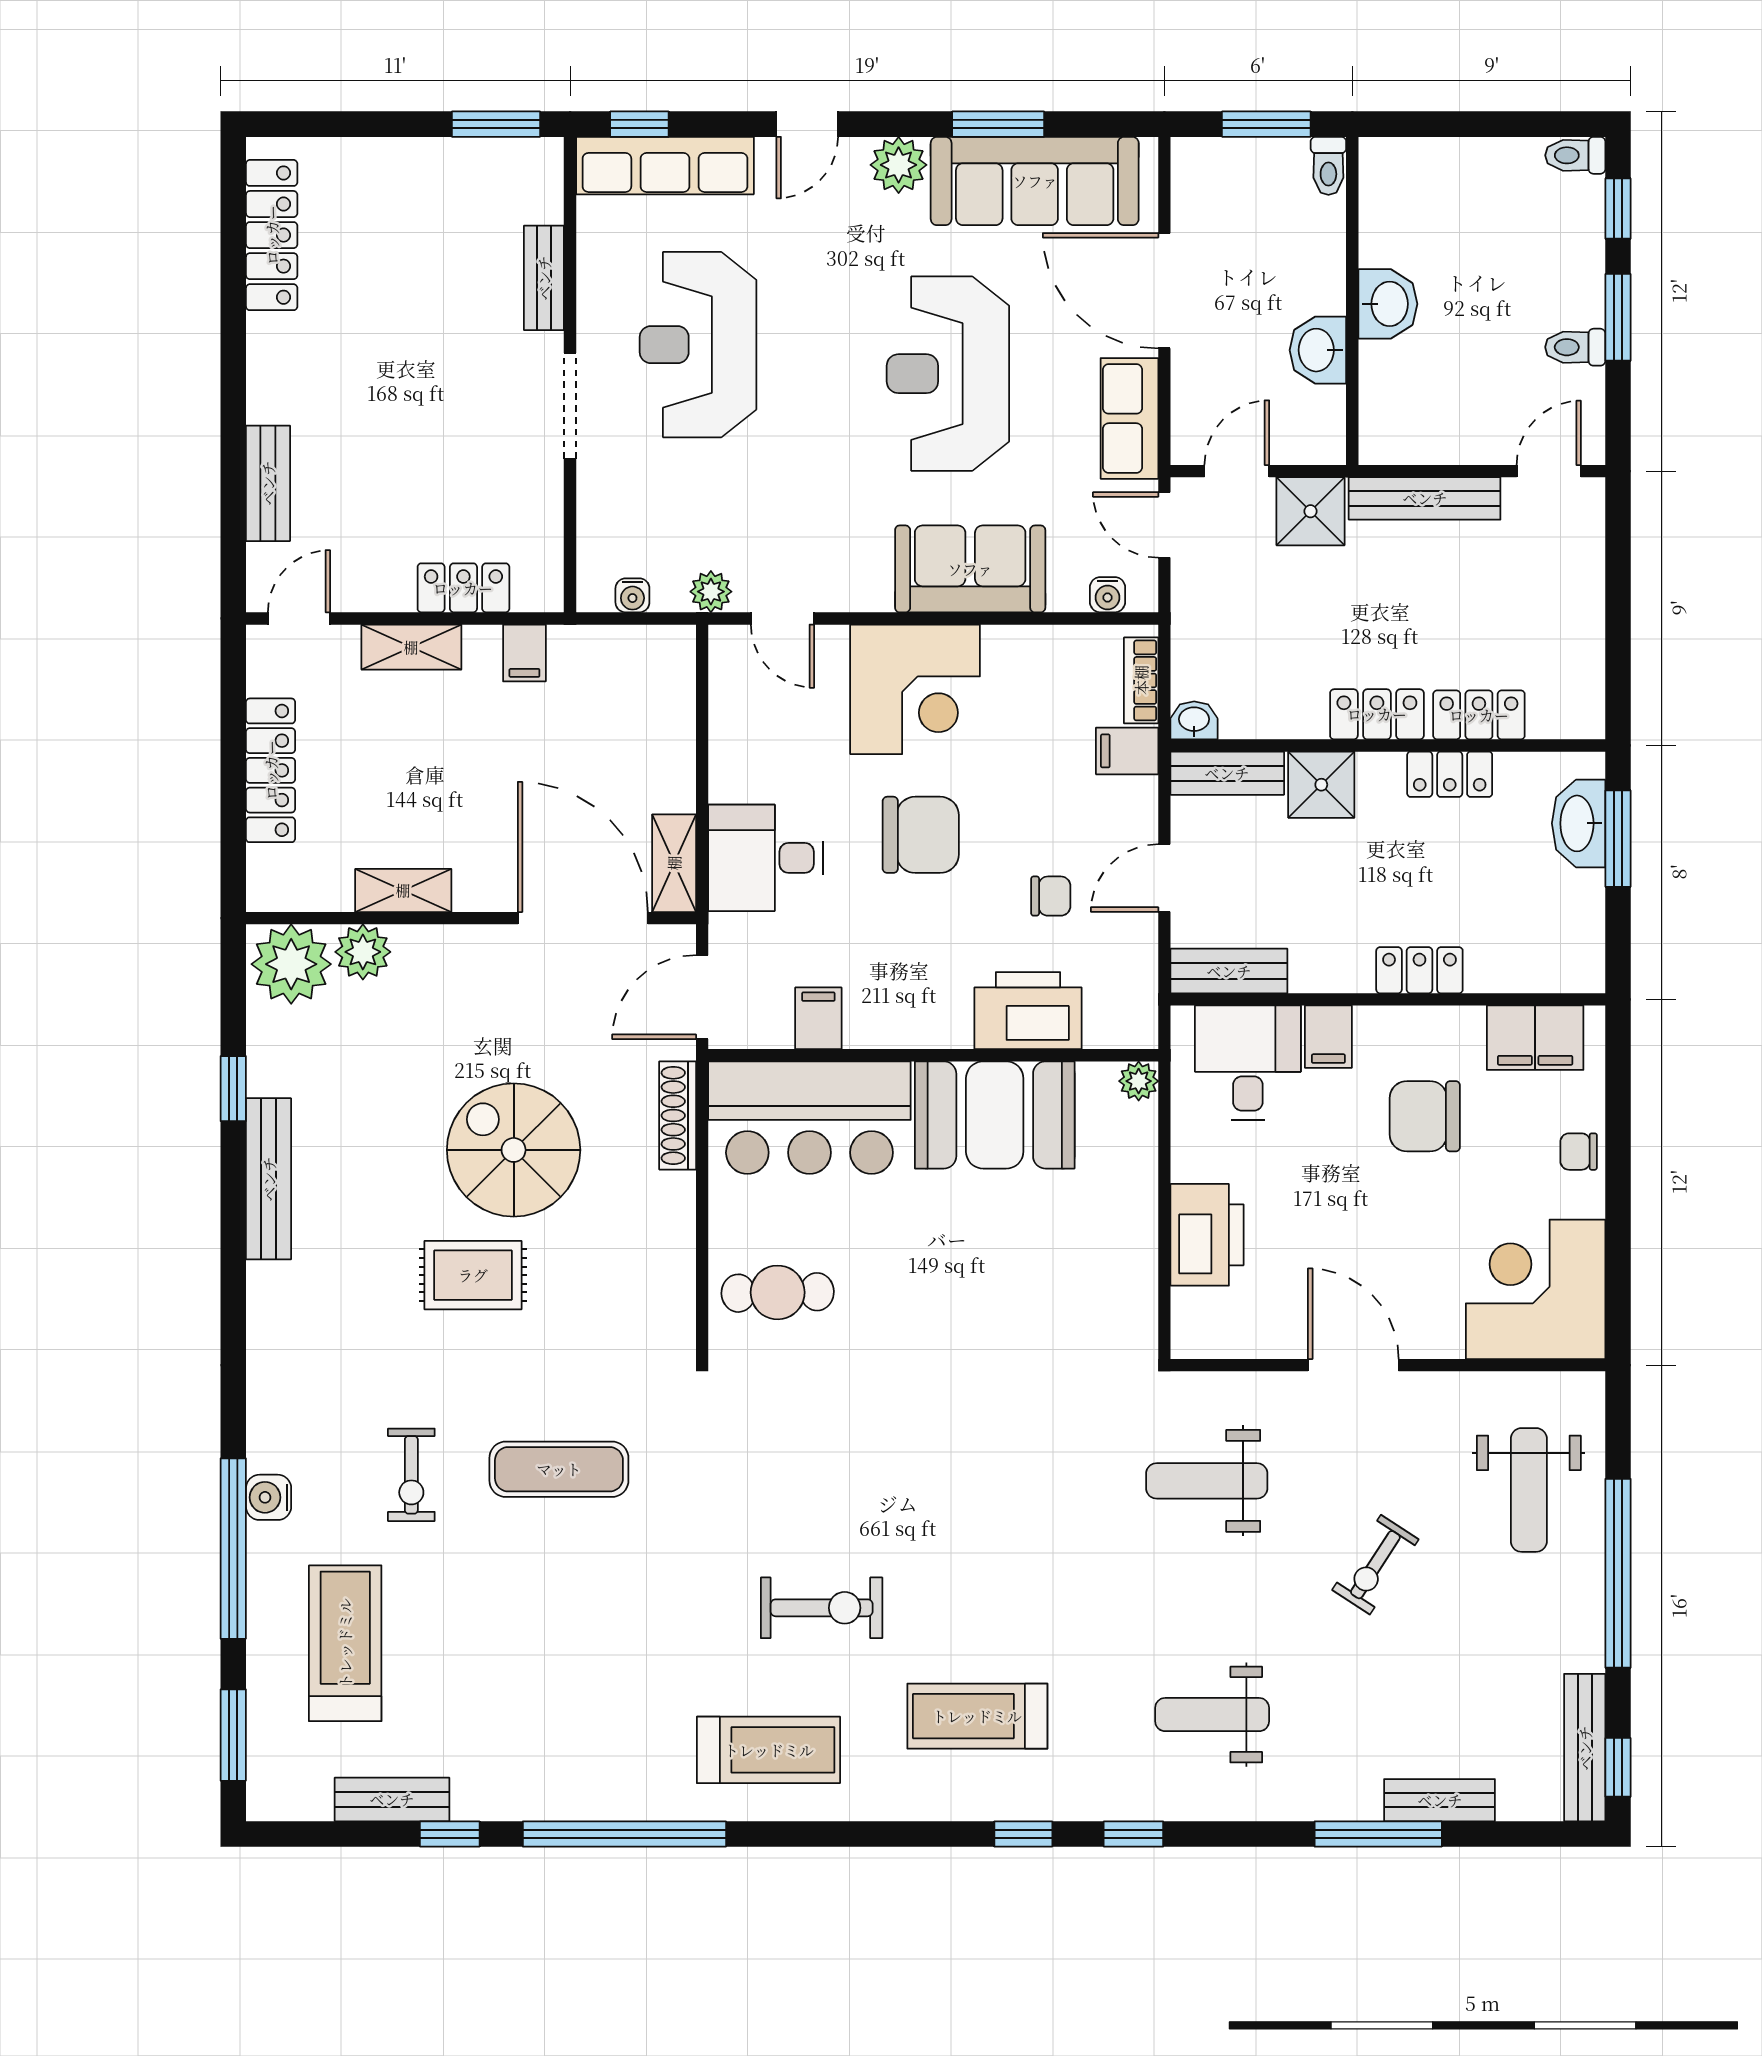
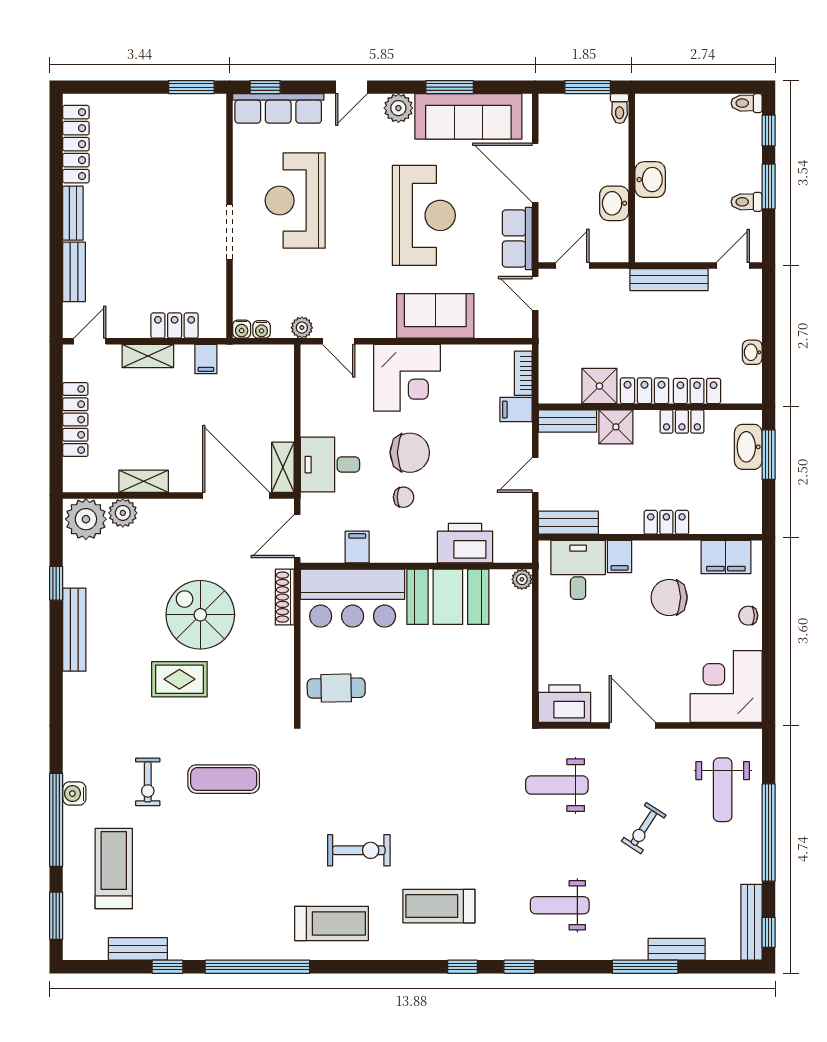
bench: (544, 278) -> (73, 213), moved
reception desk: (948, 374) -> (424, 215), turned 180
shower: (1310, 511) -> (599, 386), moved
water cooler: (1107, 595) -> (242, 329), moved
washbasin: (1194, 720) -> (752, 352), moved, turned -90
chair: (1051, 896) -> (404, 497), moved
printer: (1207, 1235) -> (564, 704), moved, turned -90

